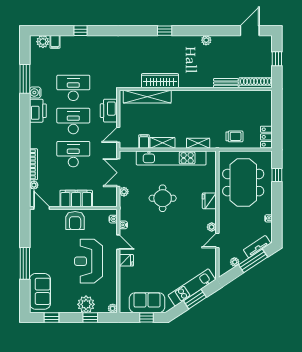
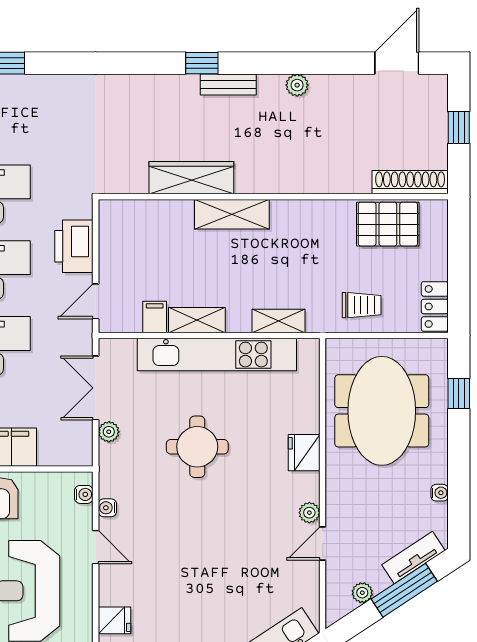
bench: (226, 83) -> (228, 84), moved
shelving: (147, 97) -> (232, 214), moved, width x0.68
pallet: (246, 101) -> (388, 224), added
fridge: (126, 260) -> (114, 620), moved

